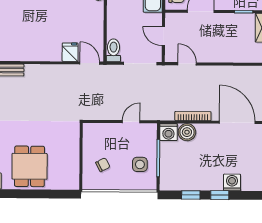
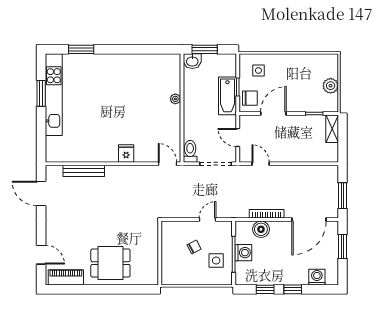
fridge: (70, 52) -> (126, 153), moved
door: (237, 122) -> (309, 220), swing flipped
washing machine: (168, 132) -> (243, 253), moved, turned -90
chair: (103, 165) -> (194, 247), moved
dining table: (30, 166) -> (110, 263), turned 90
washing machine: (232, 182) -> (317, 277), moved

